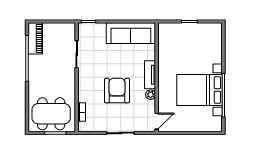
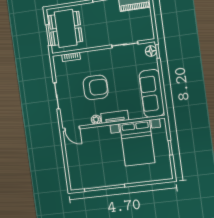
floor lamp: (87, 28) -> (151, 51), added
bed with nightstands: (200, 90) -> (137, 143), moved, turned 180

